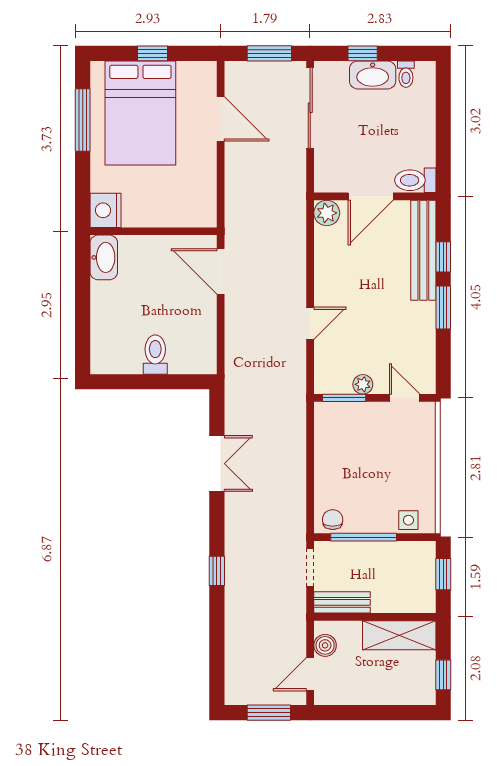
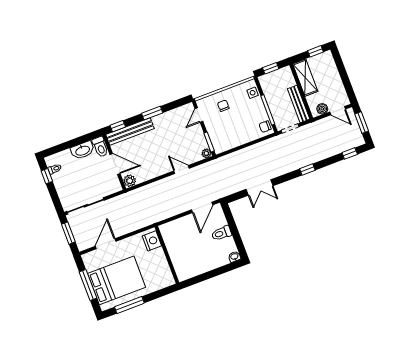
window: (153, 53) -> (88, 285), width x2.17
window: (363, 53) -> (47, 176), moved
washbasin: (373, 75) -> (82, 150), moved, turned 90
nightstand: (106, 210) -> (152, 241), moved, turned -90
washbasin: (104, 257) -> (234, 257), moved, width x0.52, depth x0.69
window: (443, 257) -> (118, 126), moved
door: (221, 271) -> (202, 207), moved
plant: (363, 384) -> (206, 153), moved
chair: (405, 453) -> (223, 106), added
double door: (217, 464) -> (260, 187), swing flipped
bench: (342, 602) -> (299, 104), width x1.36
window: (217, 666) -> (350, 153), added

